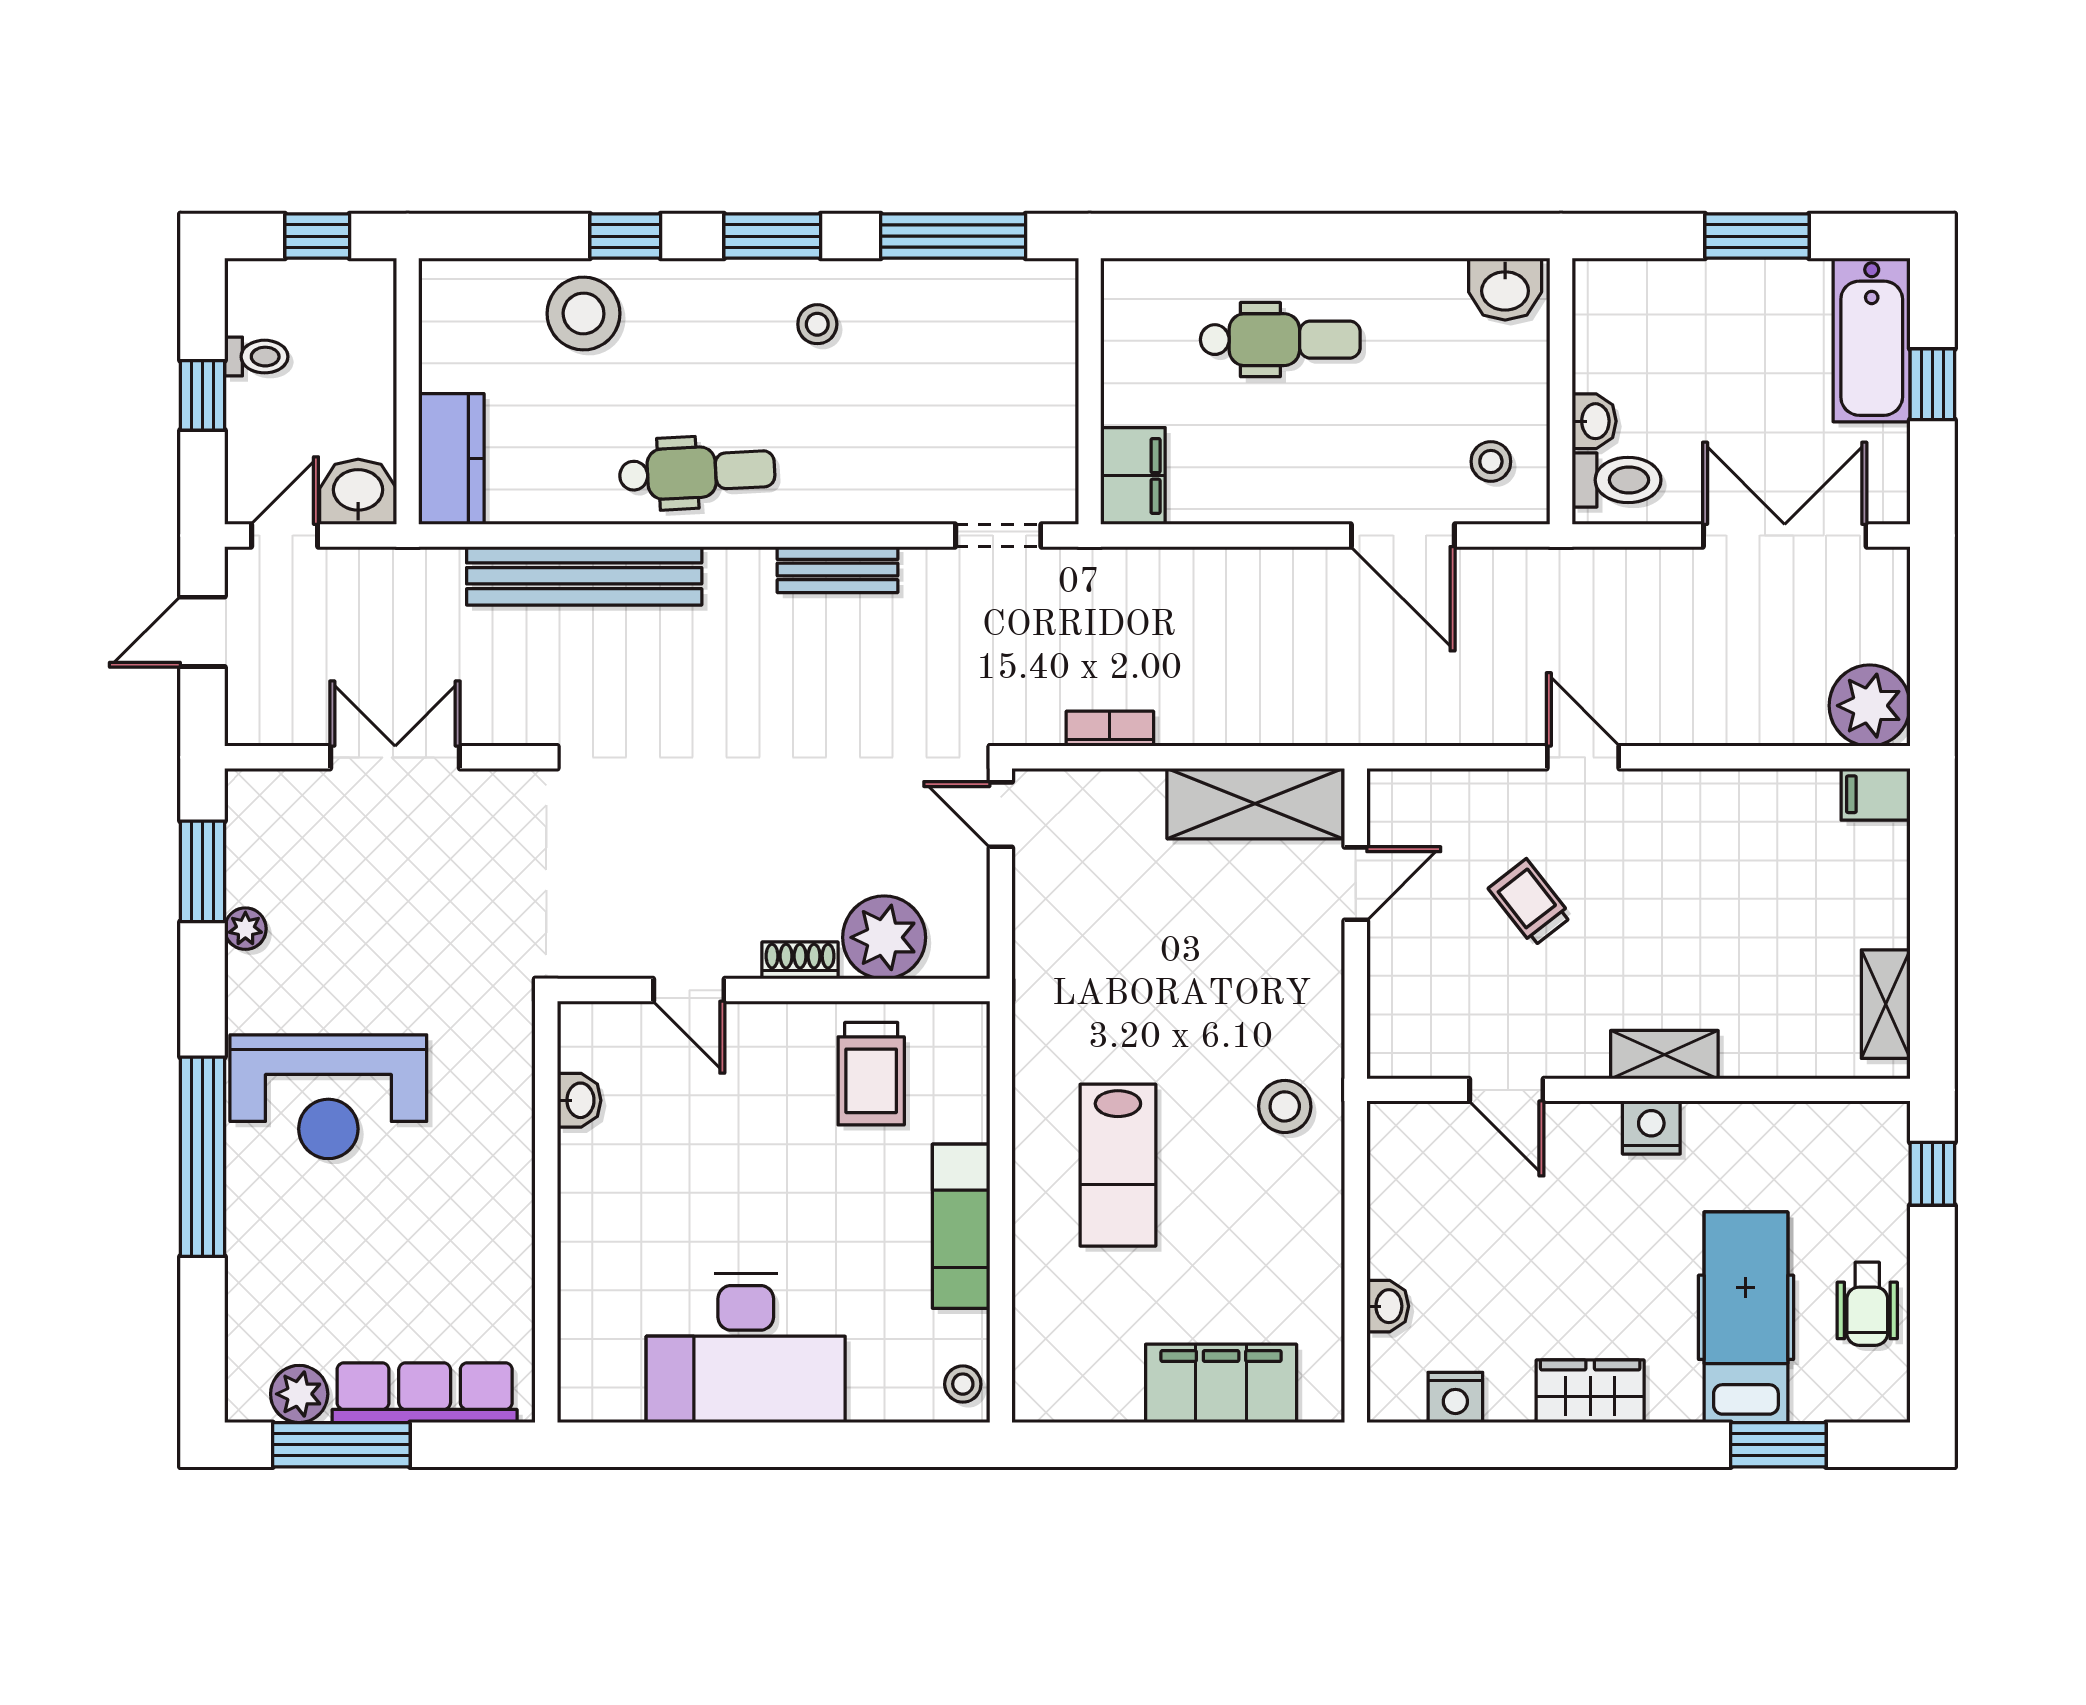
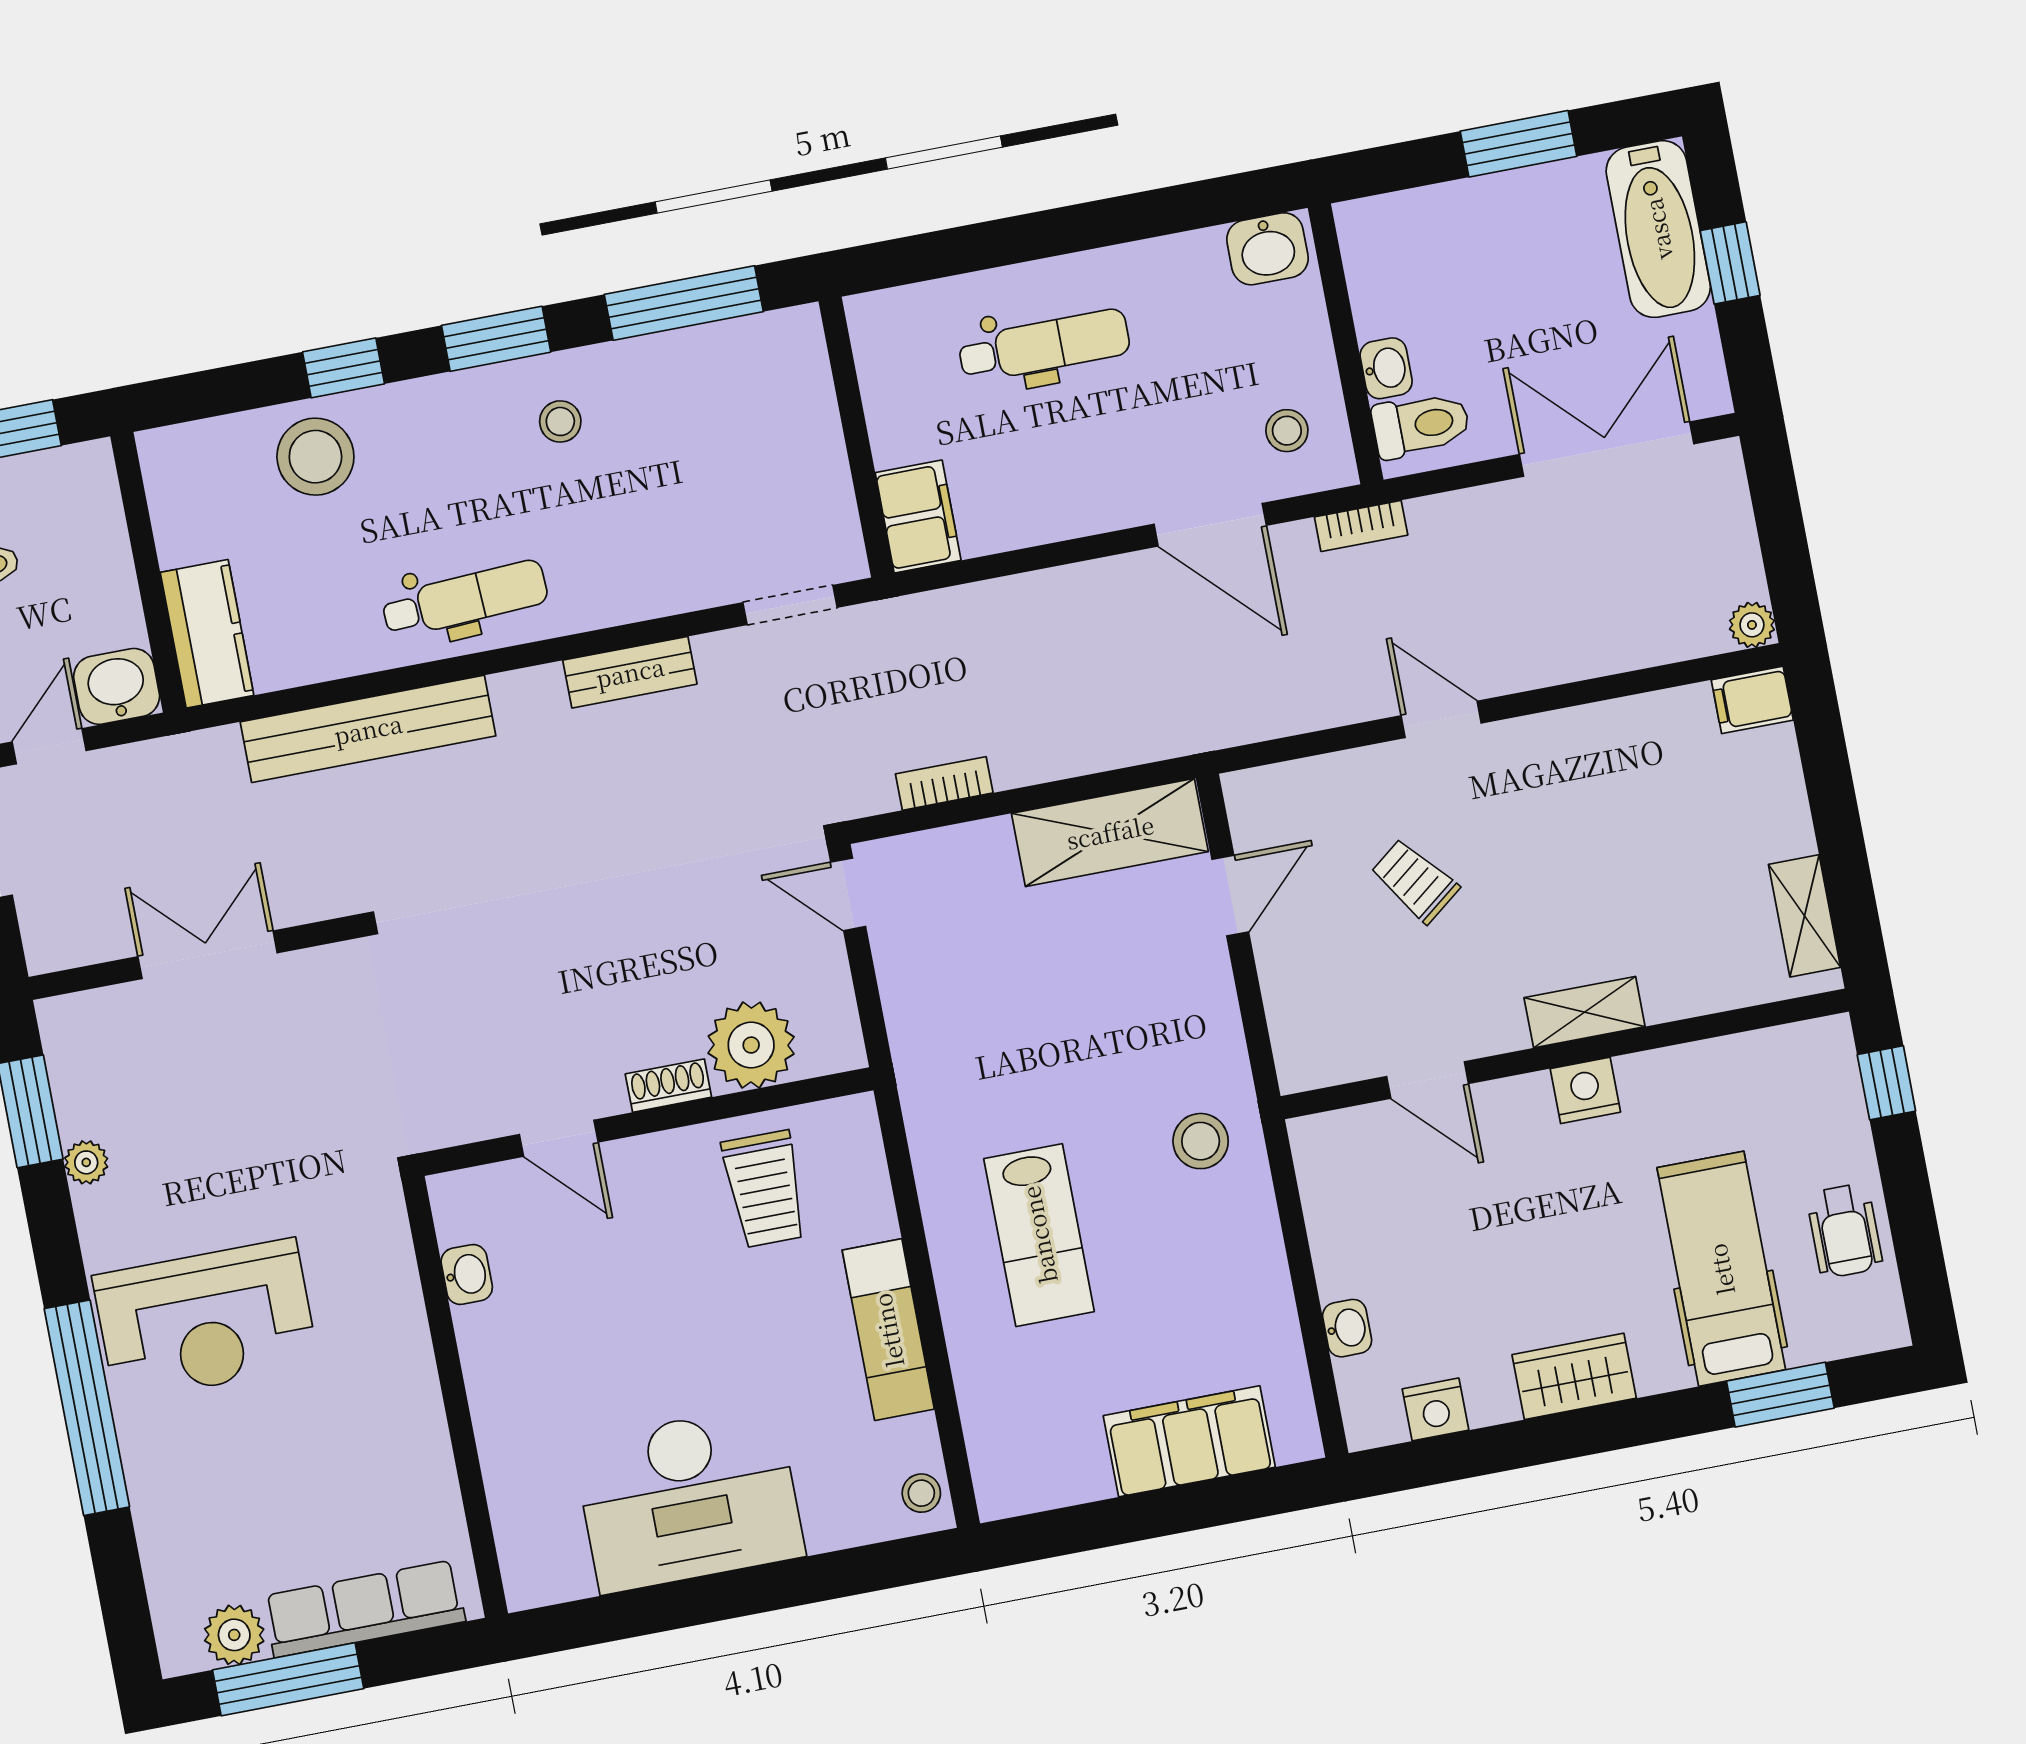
bookcase: (1543, 563) -> (1361, 526), added
plant: (1870, 706) -> (1752, 625), width x0.53, depth x0.53

